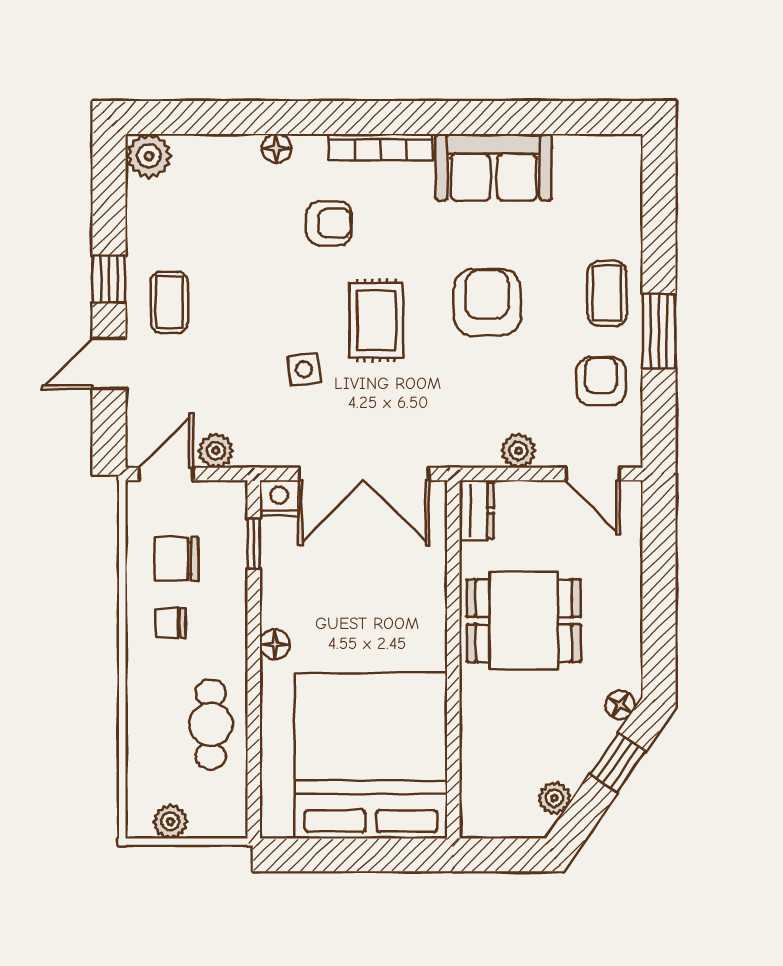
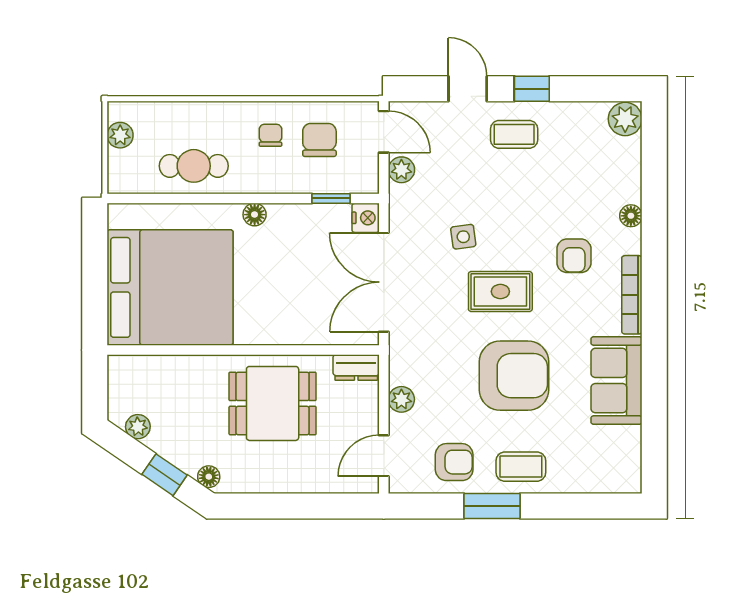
armchair: (487, 302) -> (514, 376), width x1.36, depth x1.36
dining table: (524, 621) -> (273, 403), turned 90

